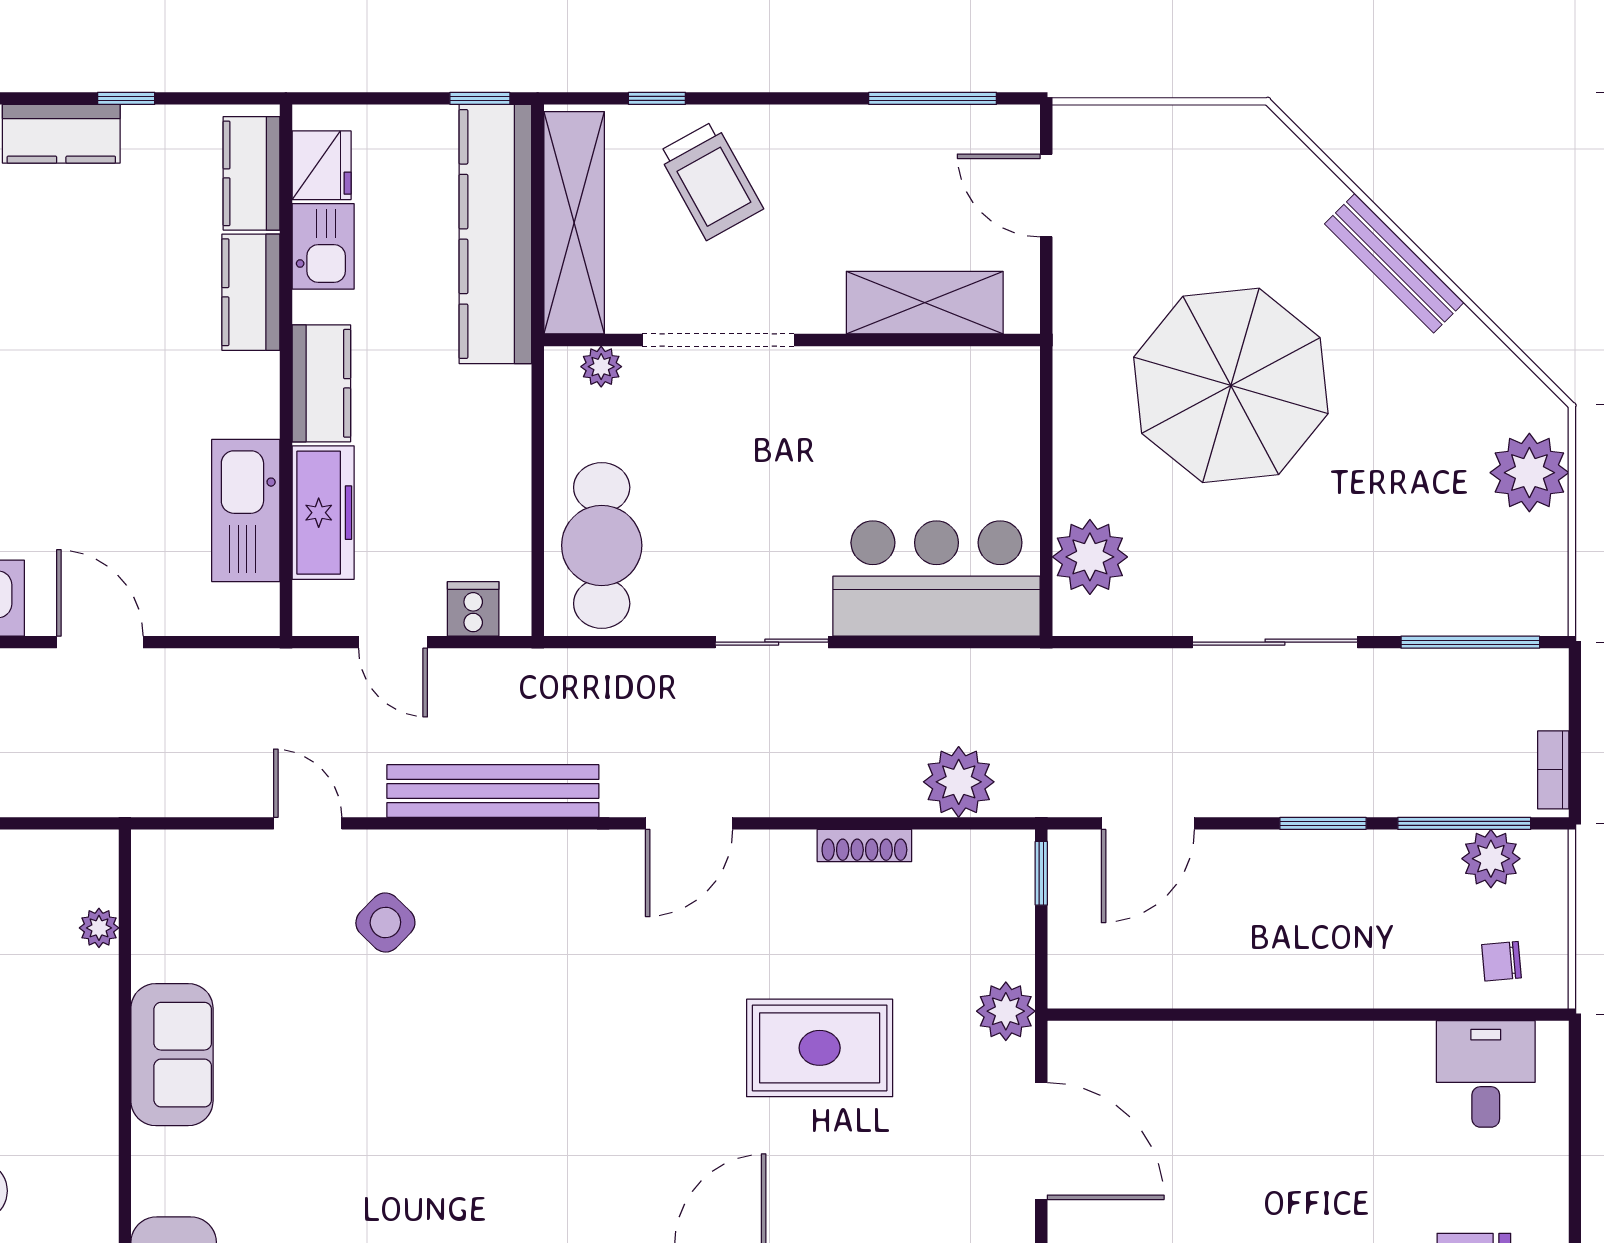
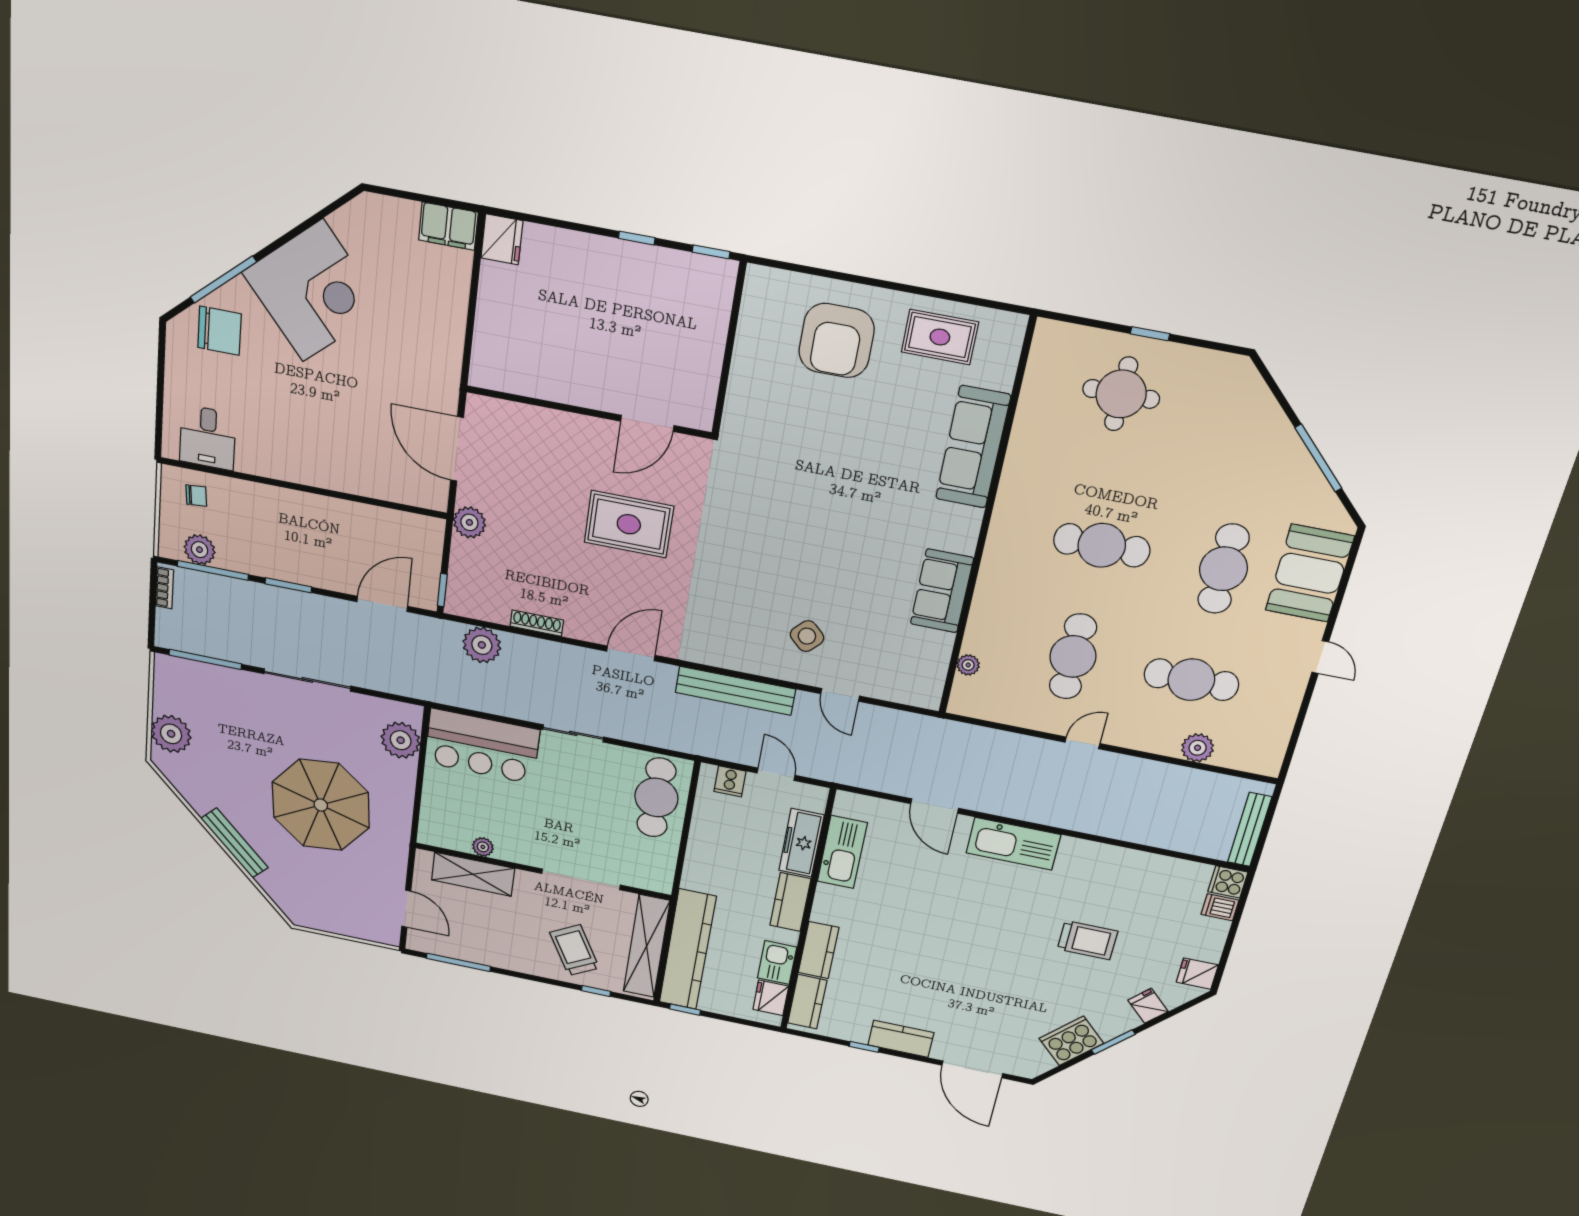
plant: (601, 367) -> (483, 847), moved
rug: (820, 1048) -> (629, 524), moved

